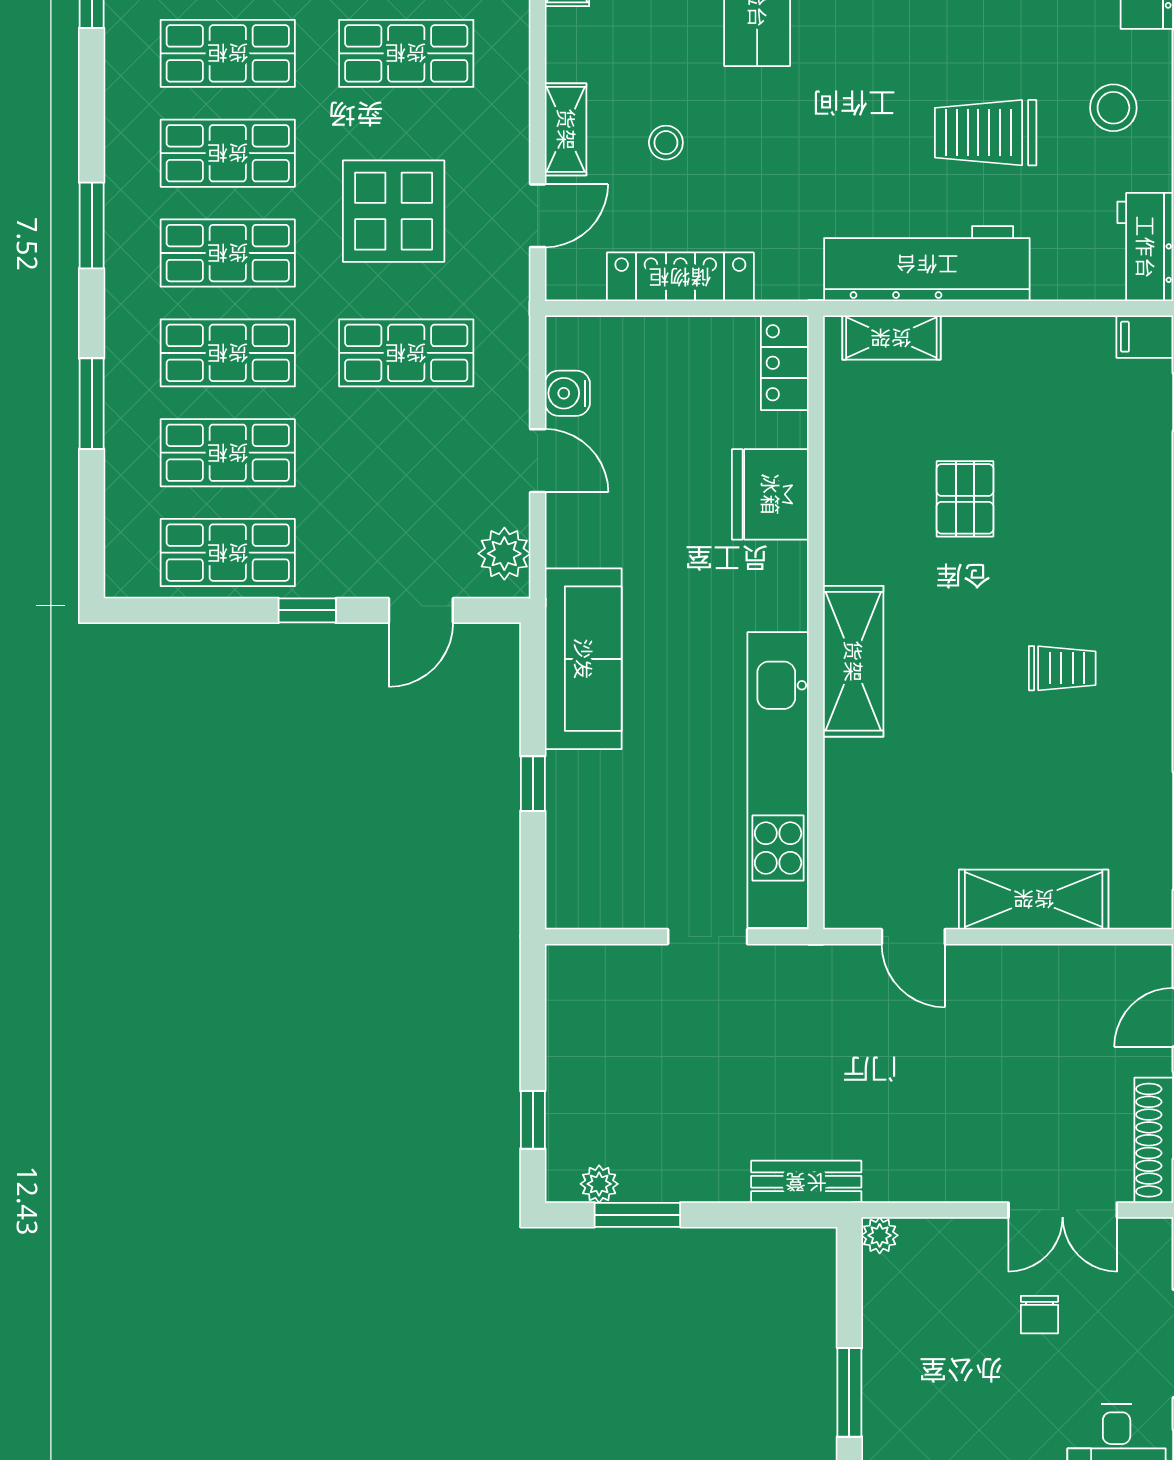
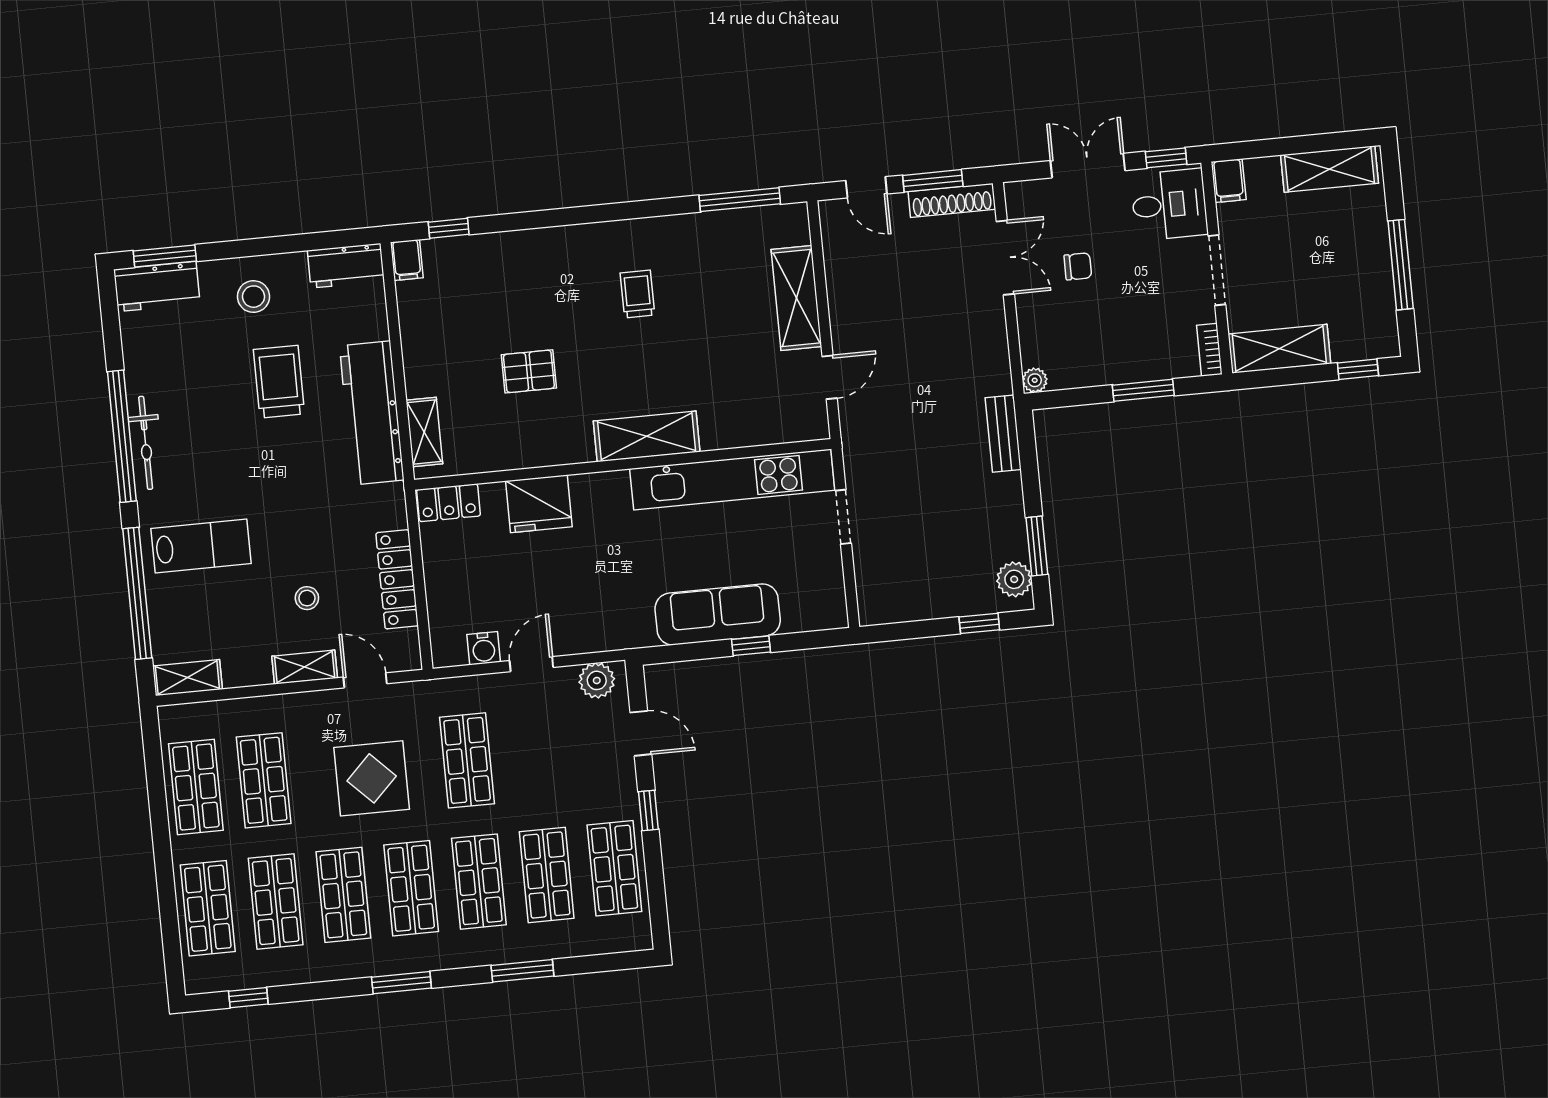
trolley: (986, 133) -> (279, 382), turned 180
sofa: (583, 659) -> (718, 614), moved
plant: (599, 1184) -> (1014, 579), width x1.38, depth x1.38

